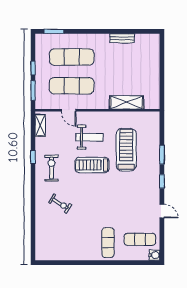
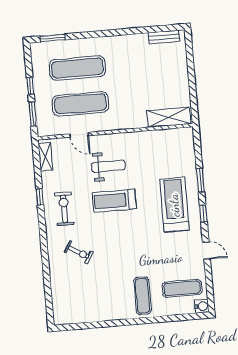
bench: (122, 38) -> (164, 37), moved
shelving: (126, 102) -> (169, 117), moved
treadmill: (126, 150) -> (174, 205), moved

